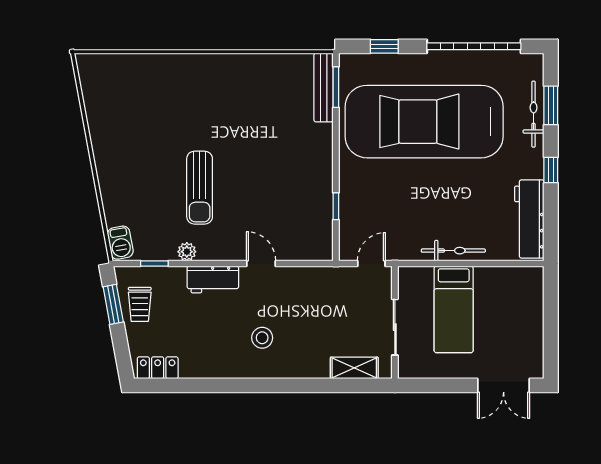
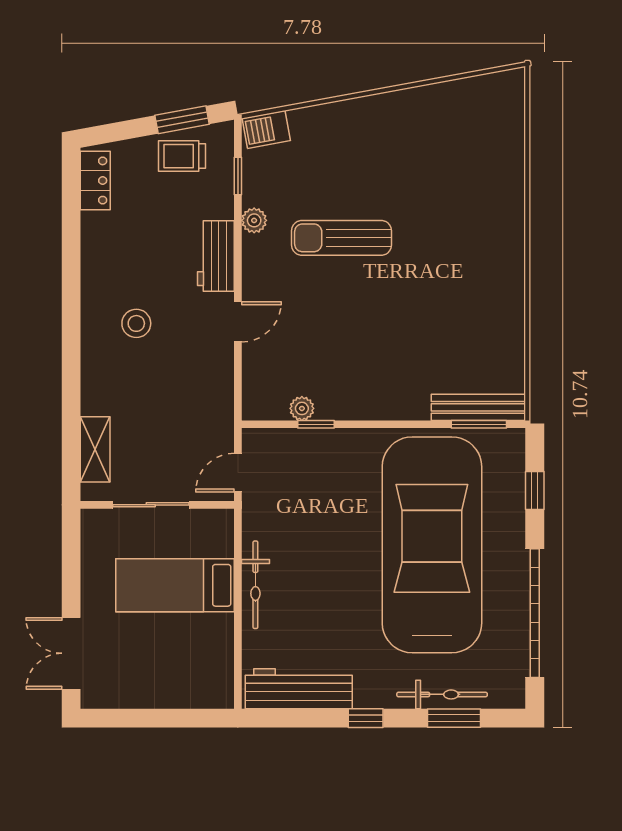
plant: (324, 217) -> (302, 408), added
door: (371, 263) -> (238, 473), swing flipped

